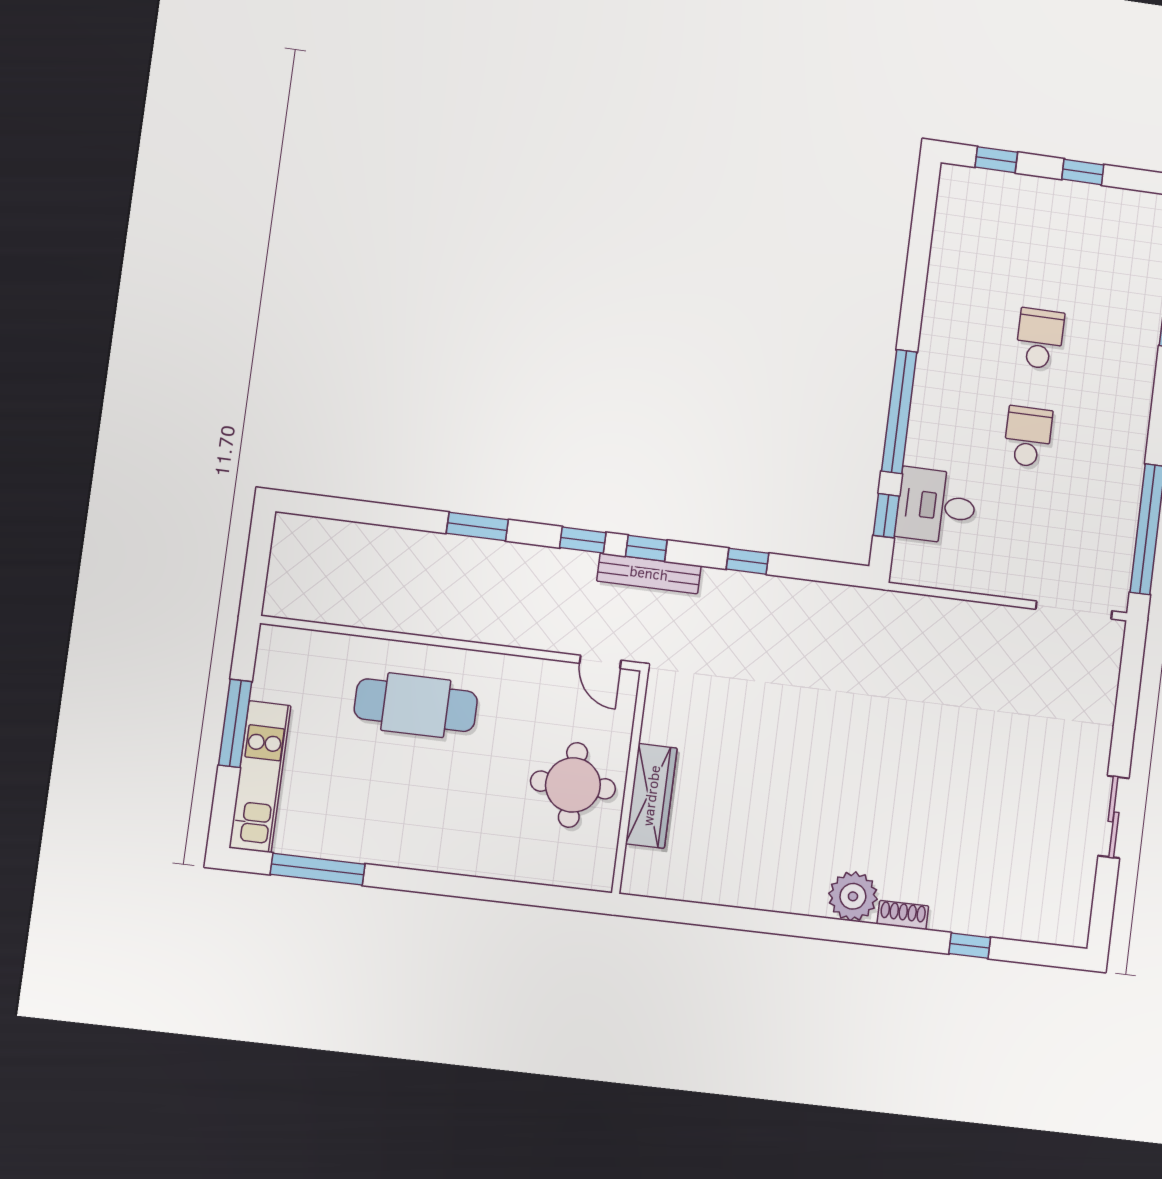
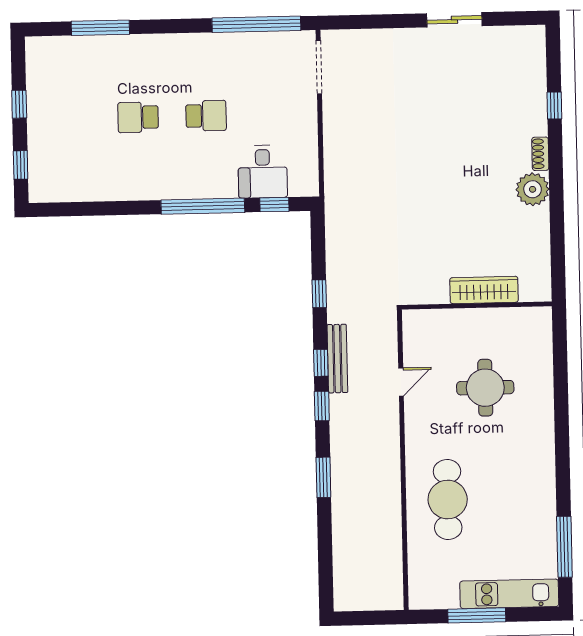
school desk: (1028, 437) -> (206, 116), turned 180
wall: (630, 782) -> (477, 306), moved
wardrobe: (651, 796) -> (484, 290), moved

